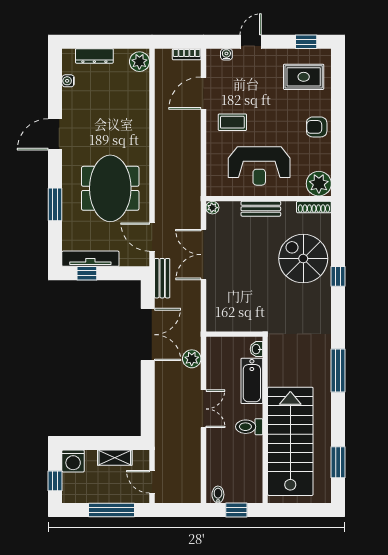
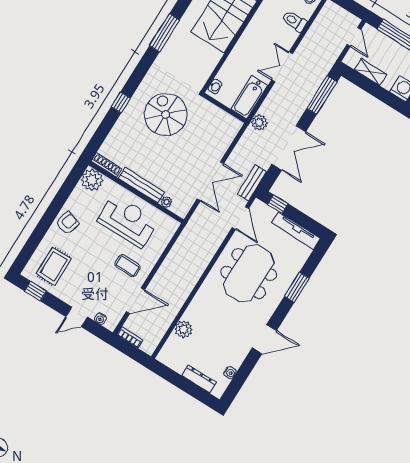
plant: (139, 62) -> (184, 329), moved
rug: (304, 77) -> (54, 266), turned 90
armchair: (317, 127) -> (67, 223), turned -73
plant: (212, 208) -> (166, 202), moved
bench: (261, 209) -> (141, 185), width x1.36
spiral stairs: (303, 259) -> (166, 114), moved, turned 180
window: (87, 273) -> (278, 204), moved
double door: (148, 335) -> (289, 148), swing flipped
plant: (192, 359) -> (259, 123), moved
bathtub: (252, 381) -> (249, 97), moved, turned 180
window: (148, 406) -> (322, 95), added
toilet: (249, 427) -> (294, 21), moved, turned 180

